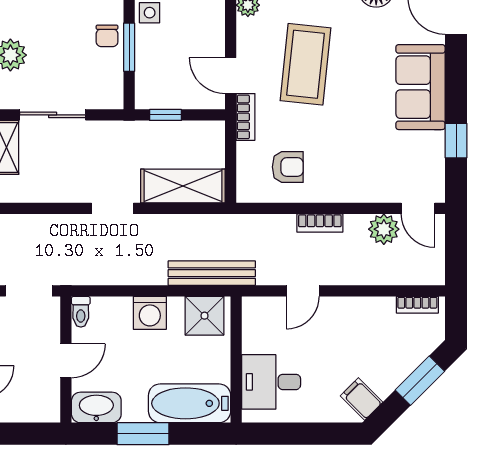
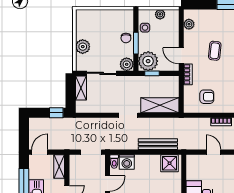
coffee table: (305, 64) -> (215, 51), width x0.54, depth x0.58
plant: (156, 88) -> (148, 61), added
plant: (109, 95) -> (127, 64), added
bench: (212, 273) -> (158, 144), moved
door: (303, 291) -> (214, 152), swing flipped
washing machine: (150, 313) -> (127, 162), moved

